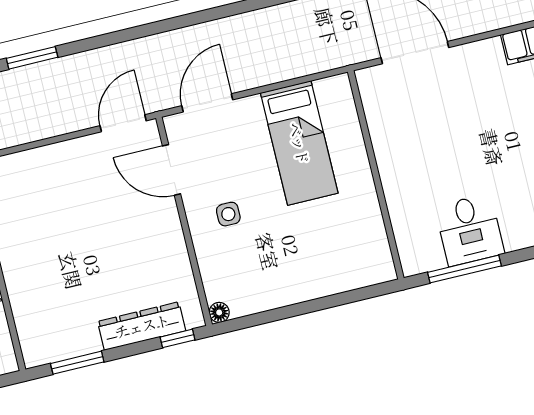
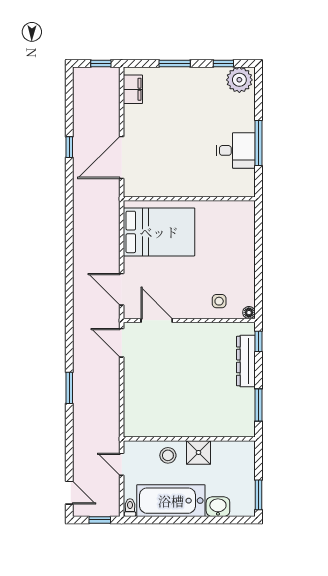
bed: (299, 143) -> (159, 232), width x1.50
door: (172, 170) -> (157, 320), swing flipped
side table: (228, 214) -> (219, 301), moved
window: (464, 269) -> (259, 143), moved

